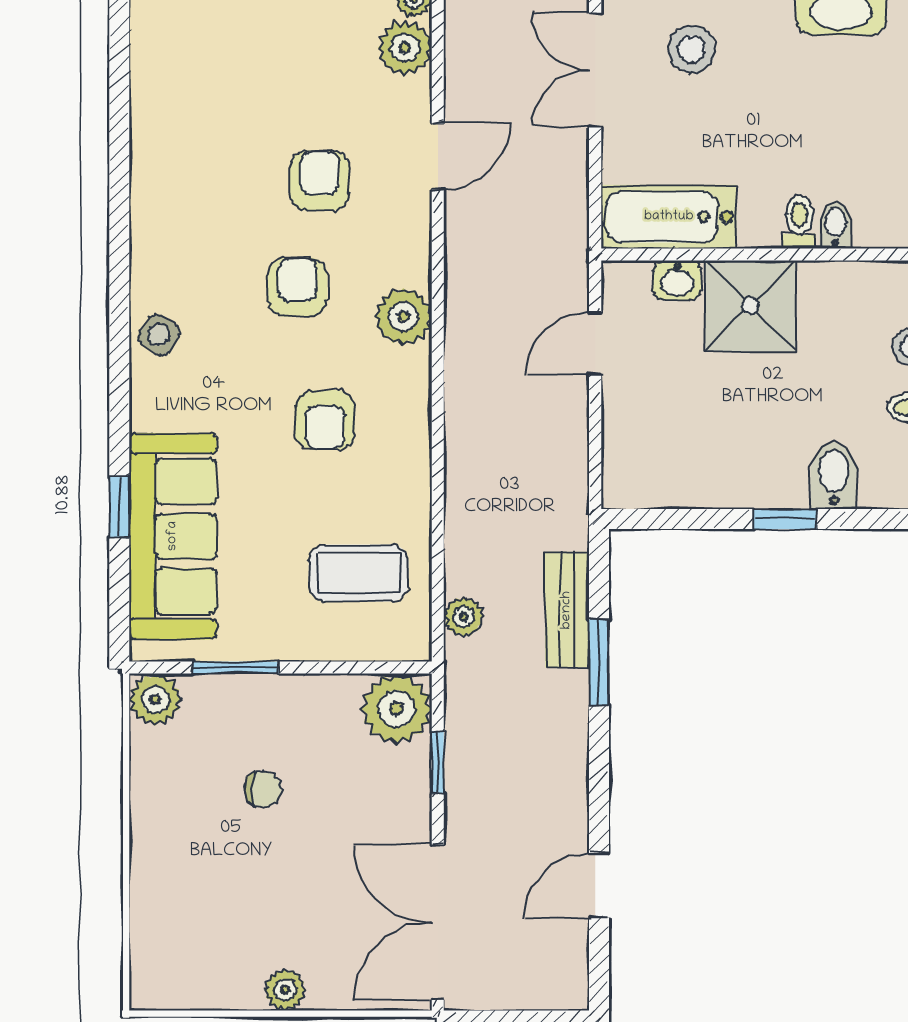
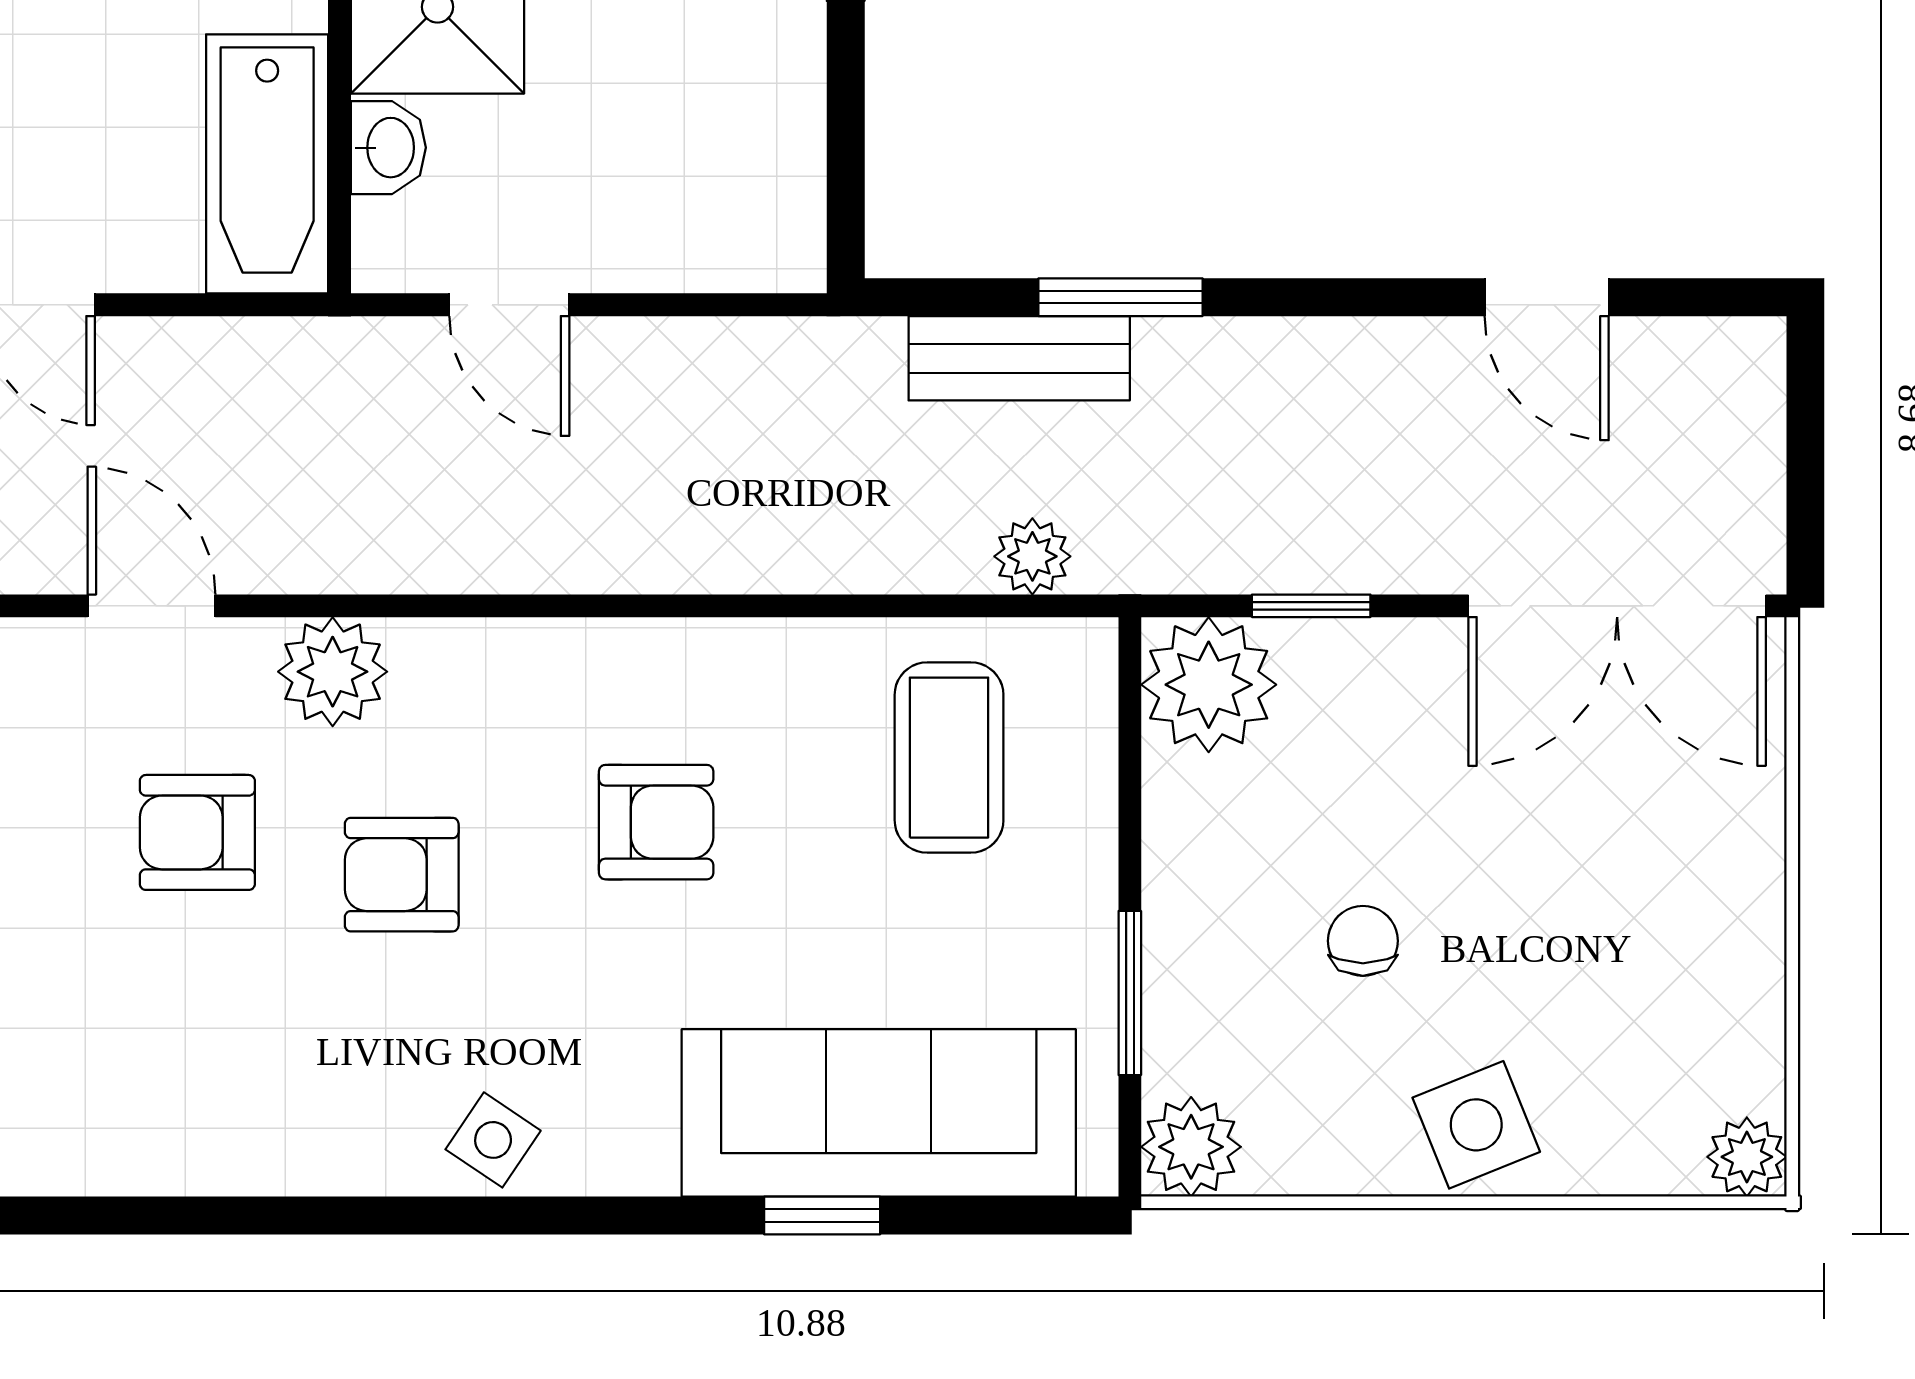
plant: (403, 317) -> (333, 672), moved
side table: (167, 848) -> (1476, 1125), added
plant: (285, 990) -> (1747, 1157), moved

